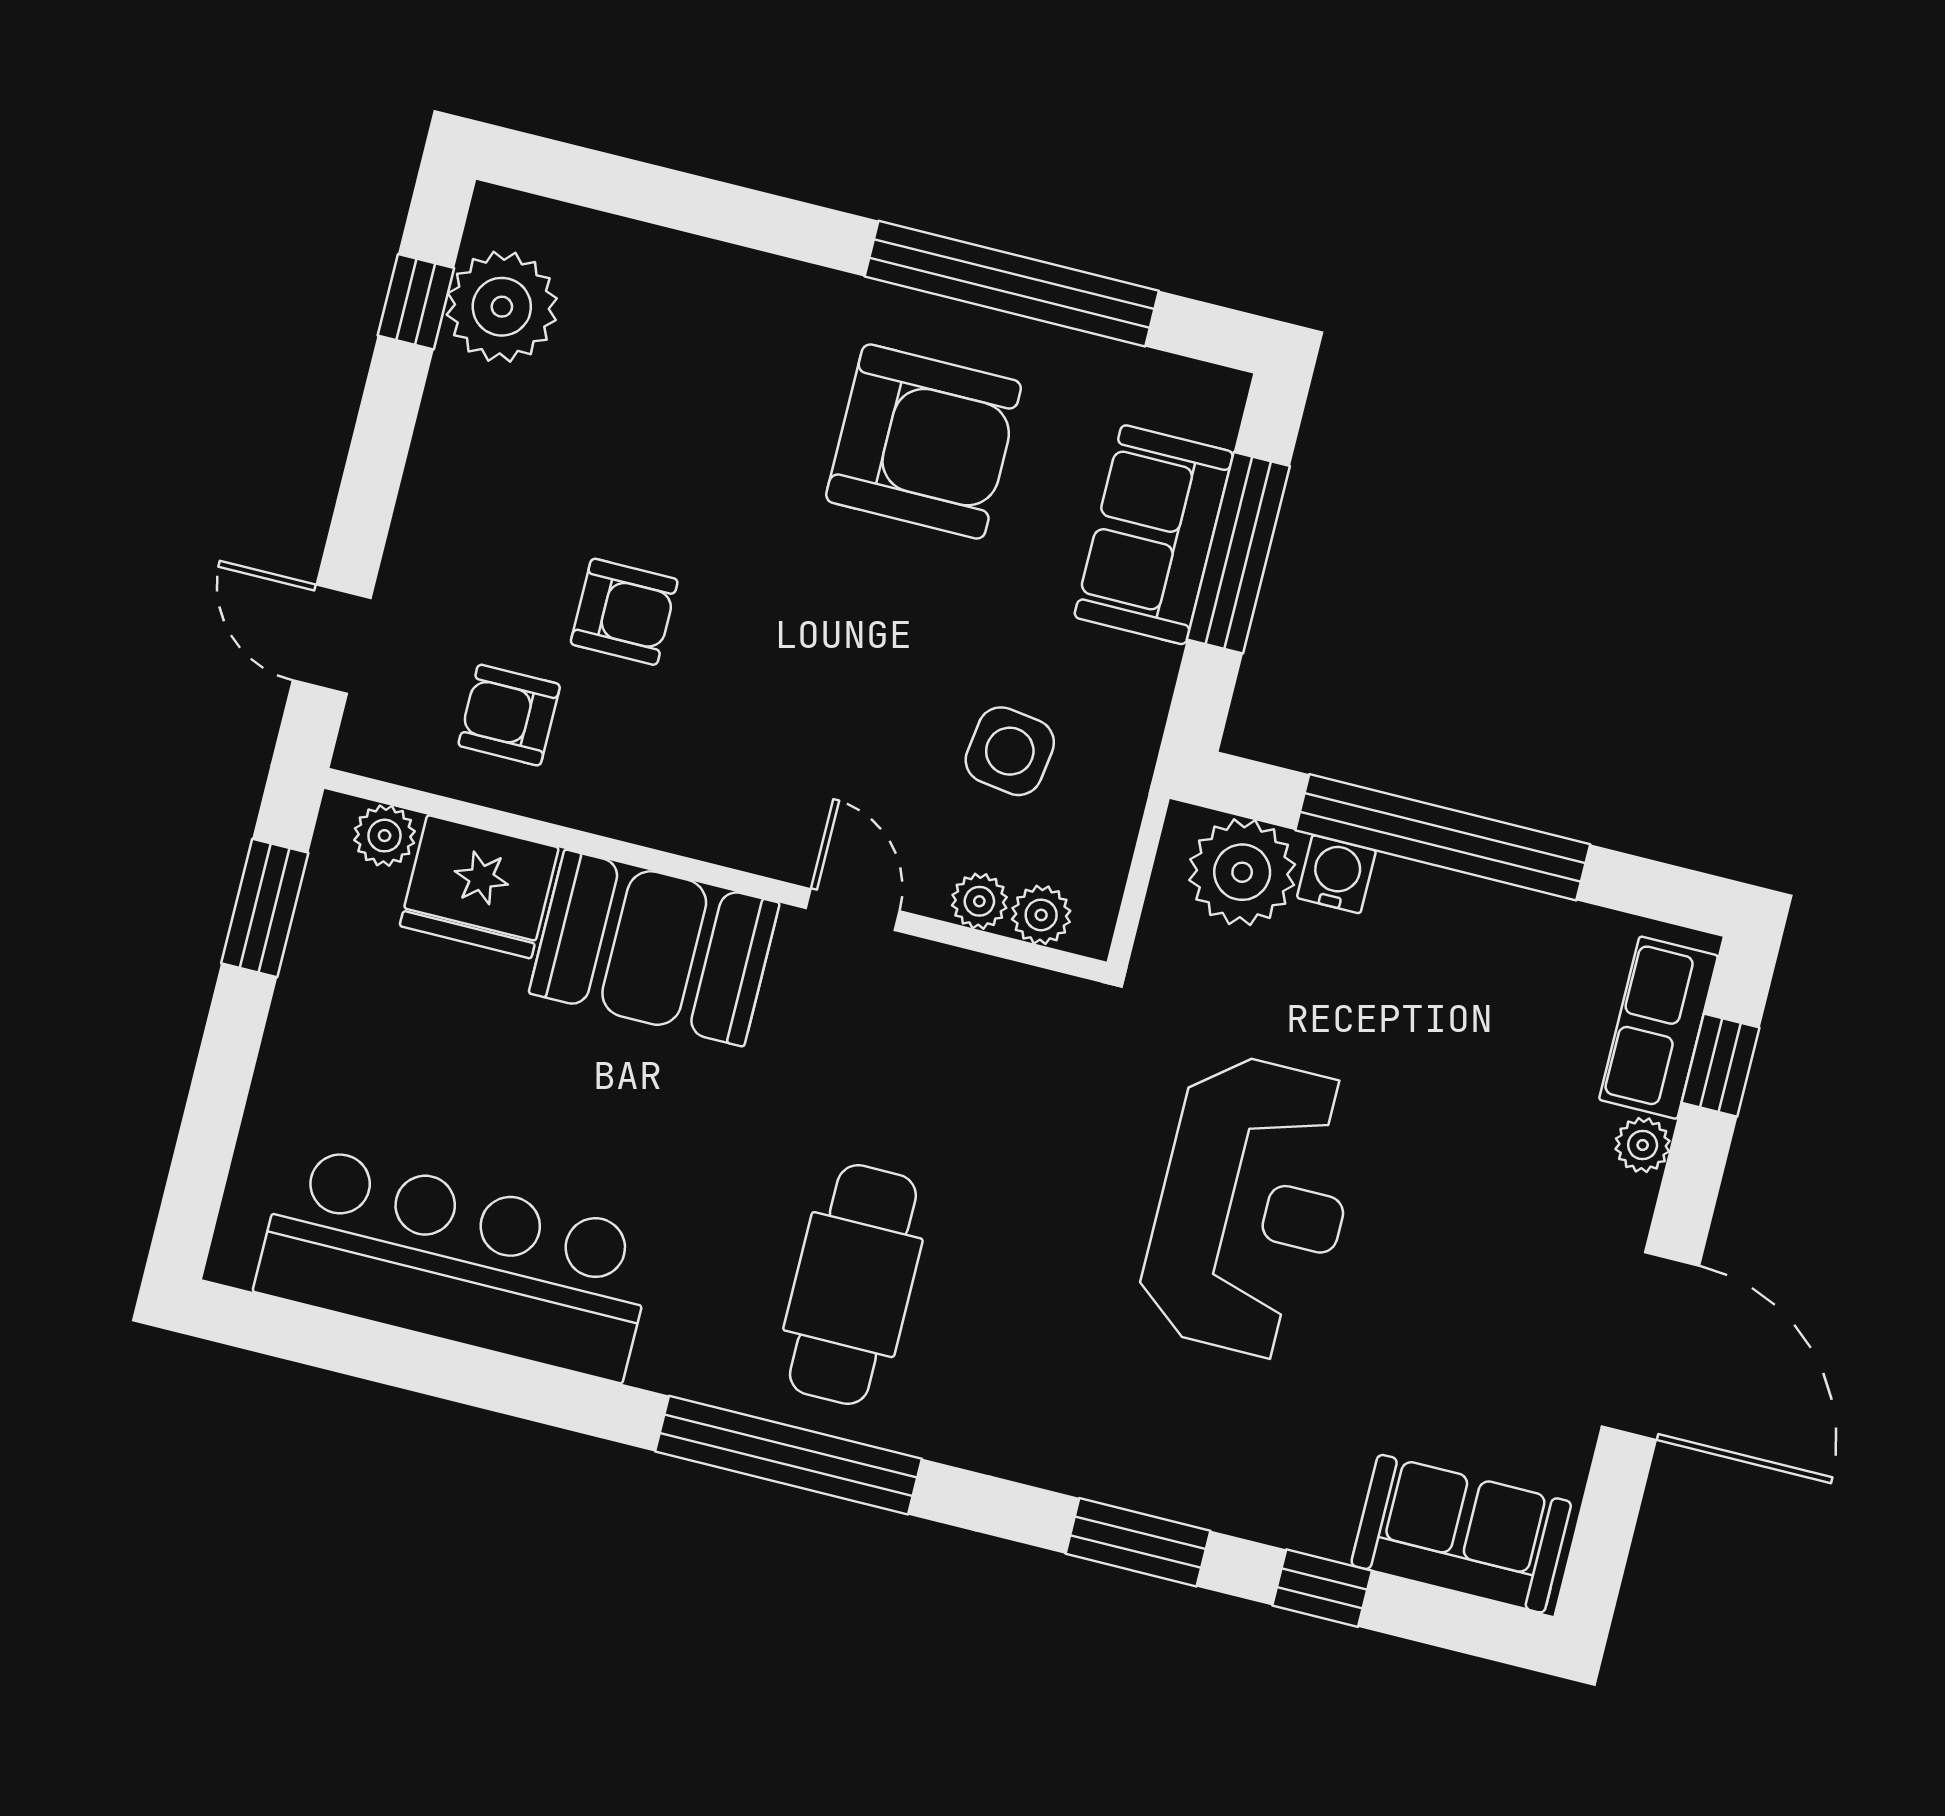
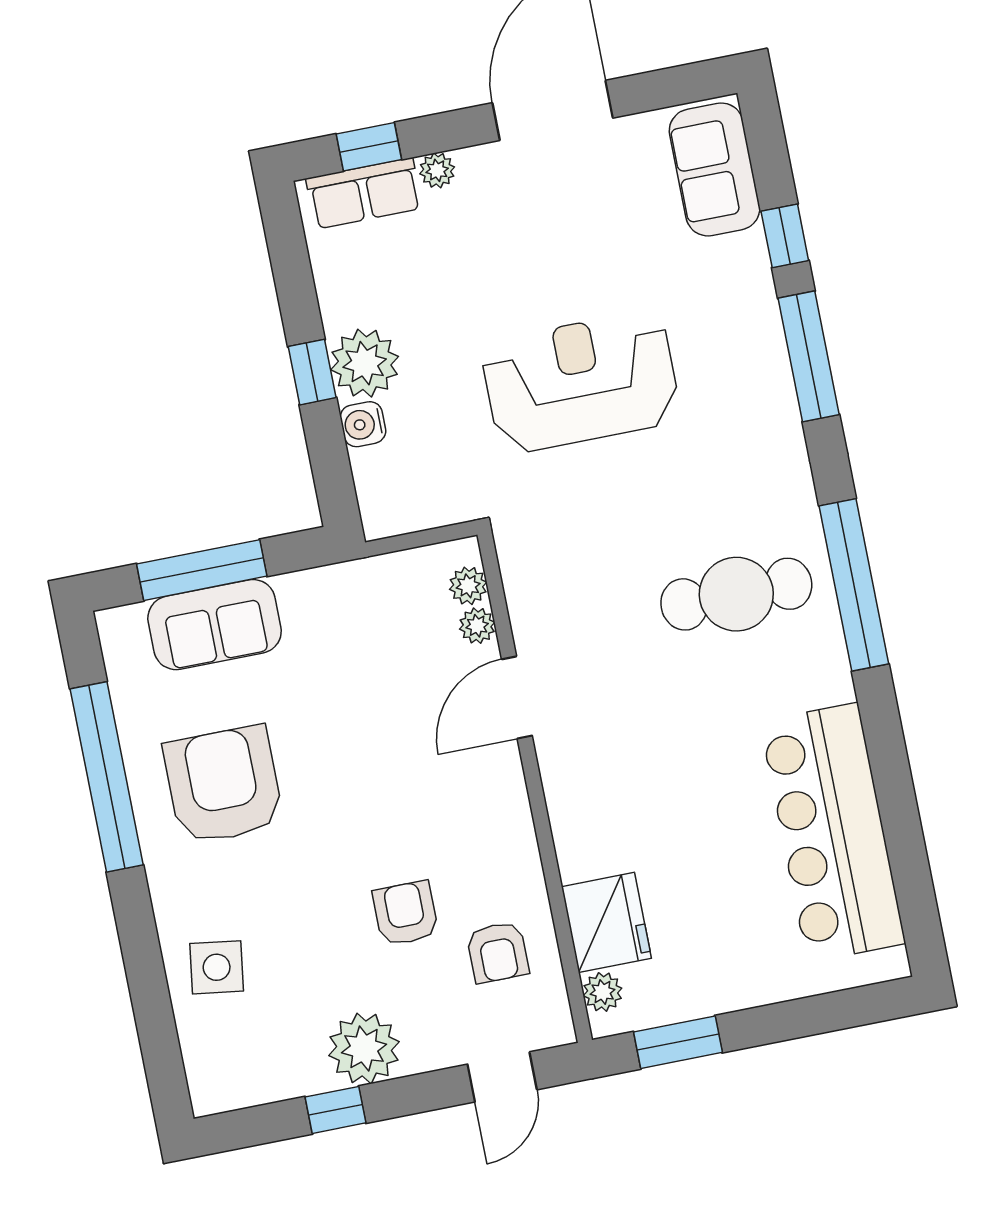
window: (416, 302) -> (336, 1110), moved
plant: (502, 307) -> (364, 1049), moved
side table: (1010, 751) -> (217, 967), moved
window: (1443, 837) -> (312, 372), width x0.32
plant: (1242, 872) -> (365, 363), moved
door: (853, 910) -> (517, 697), width x1.38
booth: (654, 948) -> (594, 803), removed
window: (1138, 1542) -> (809, 356), width x1.44

